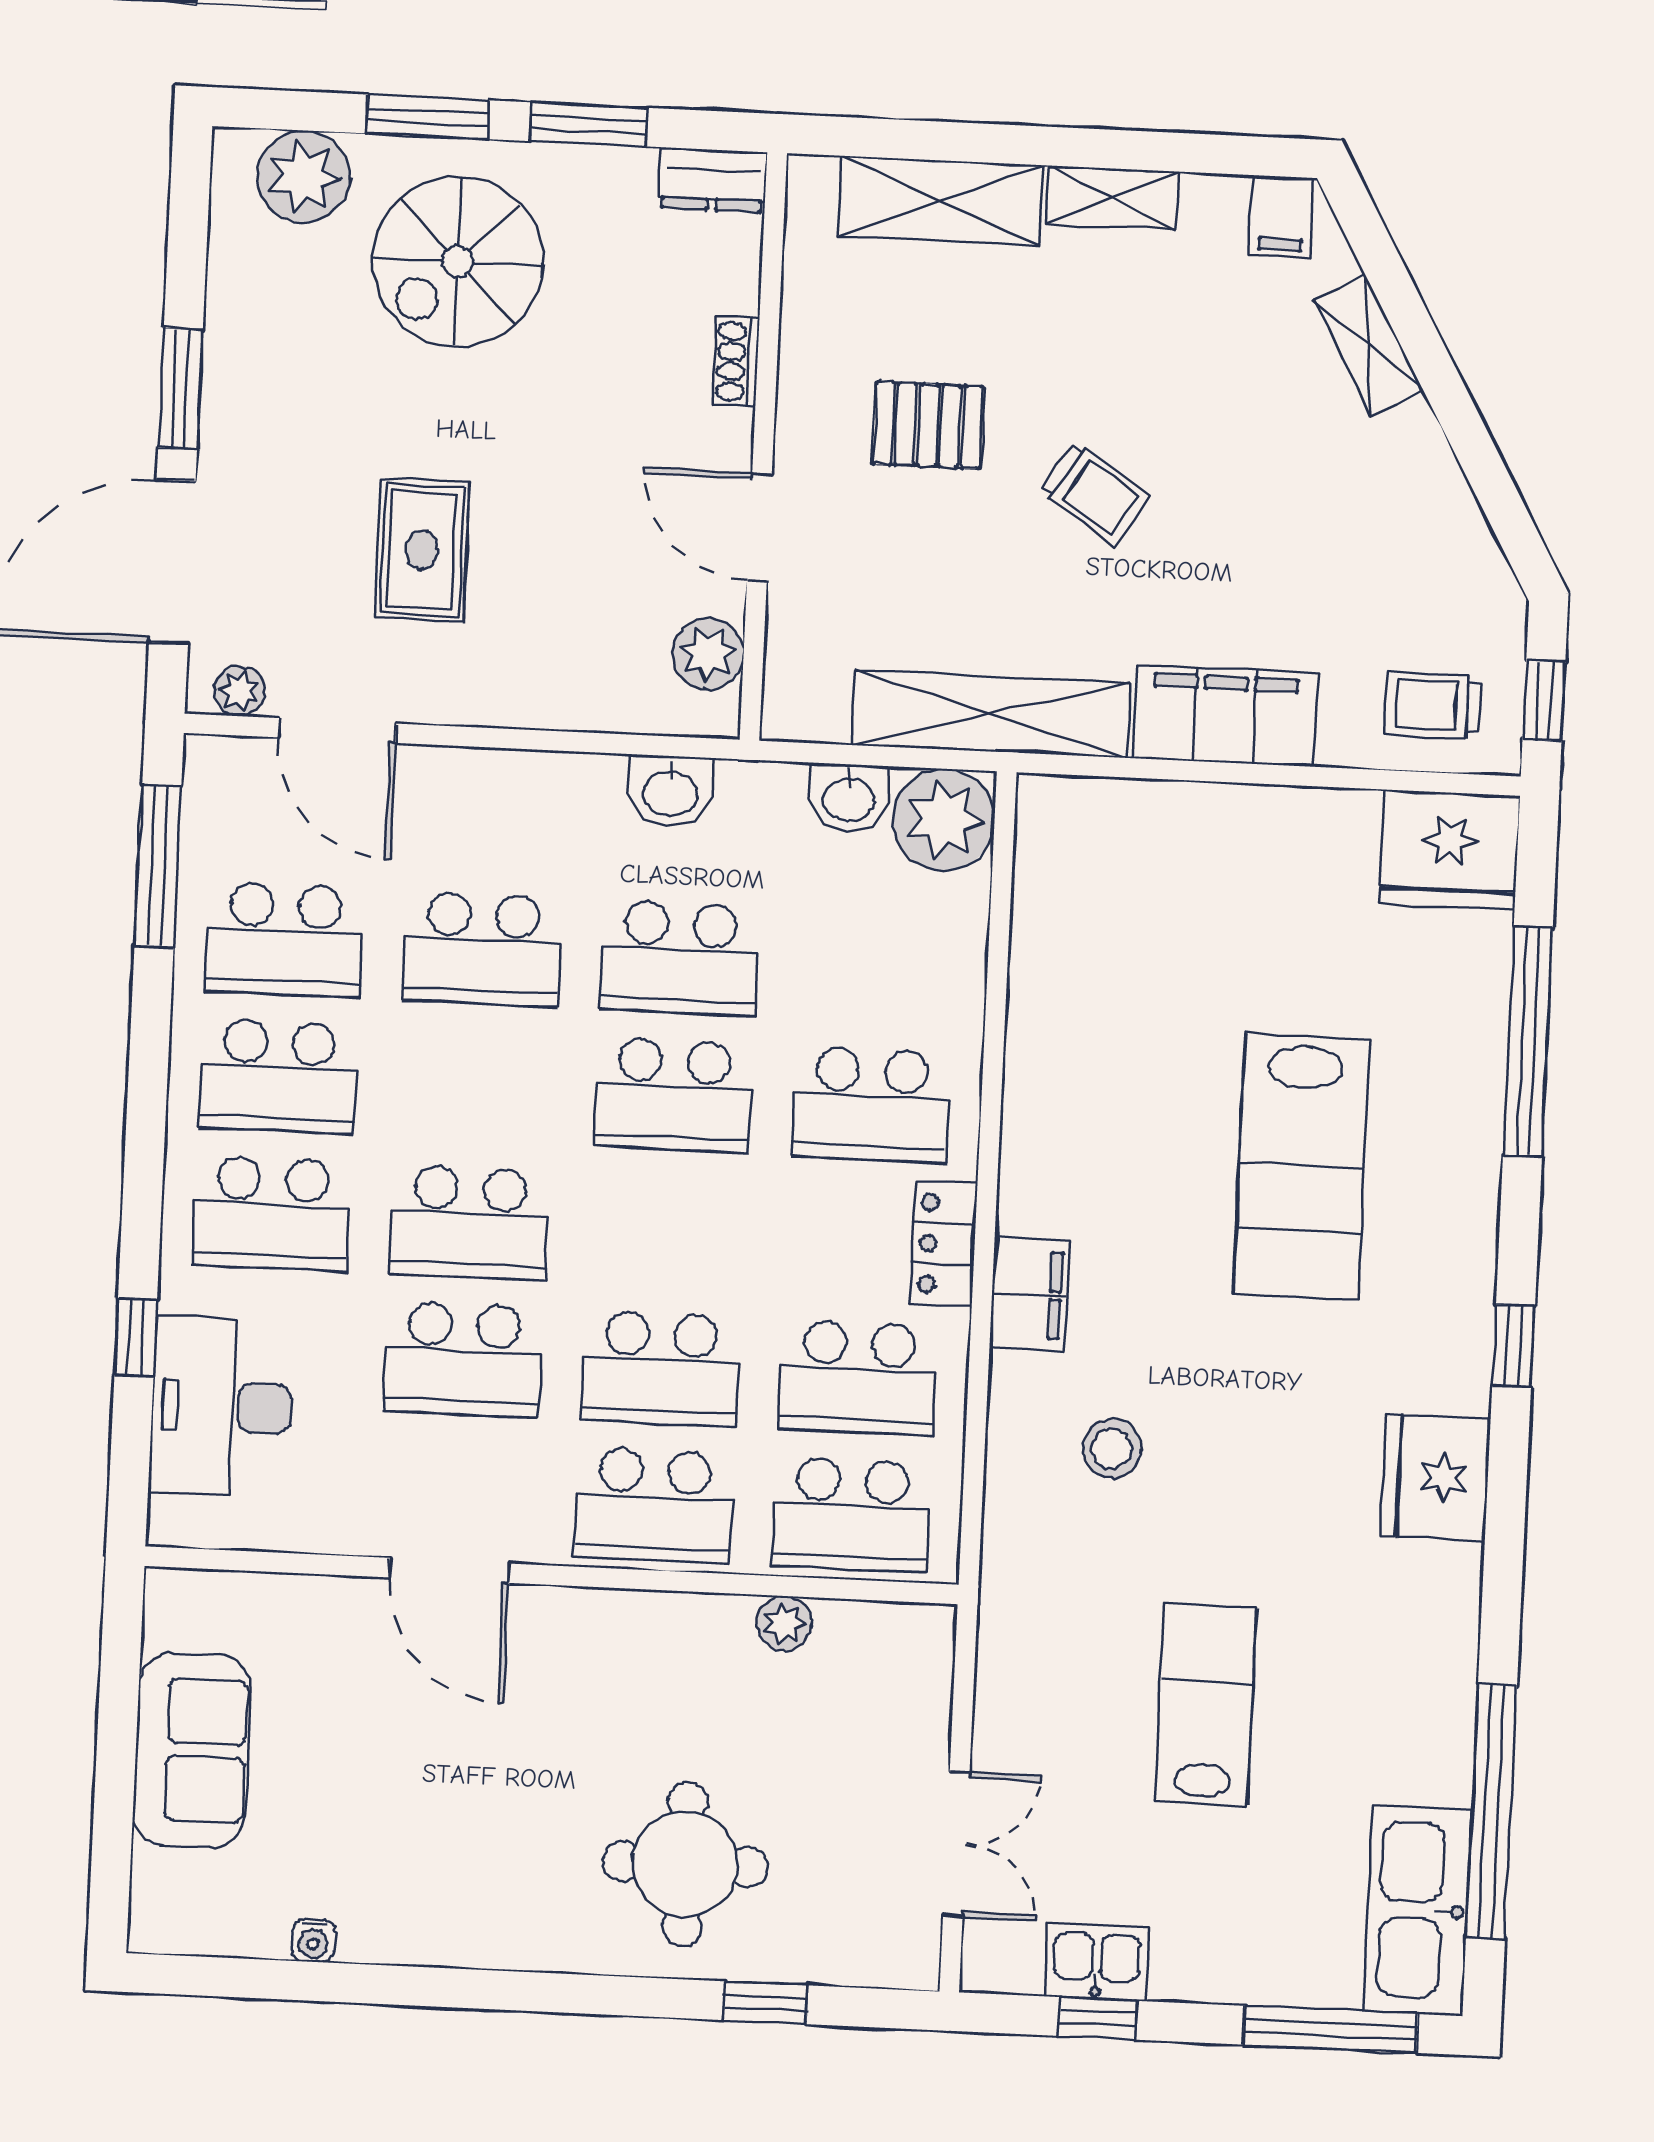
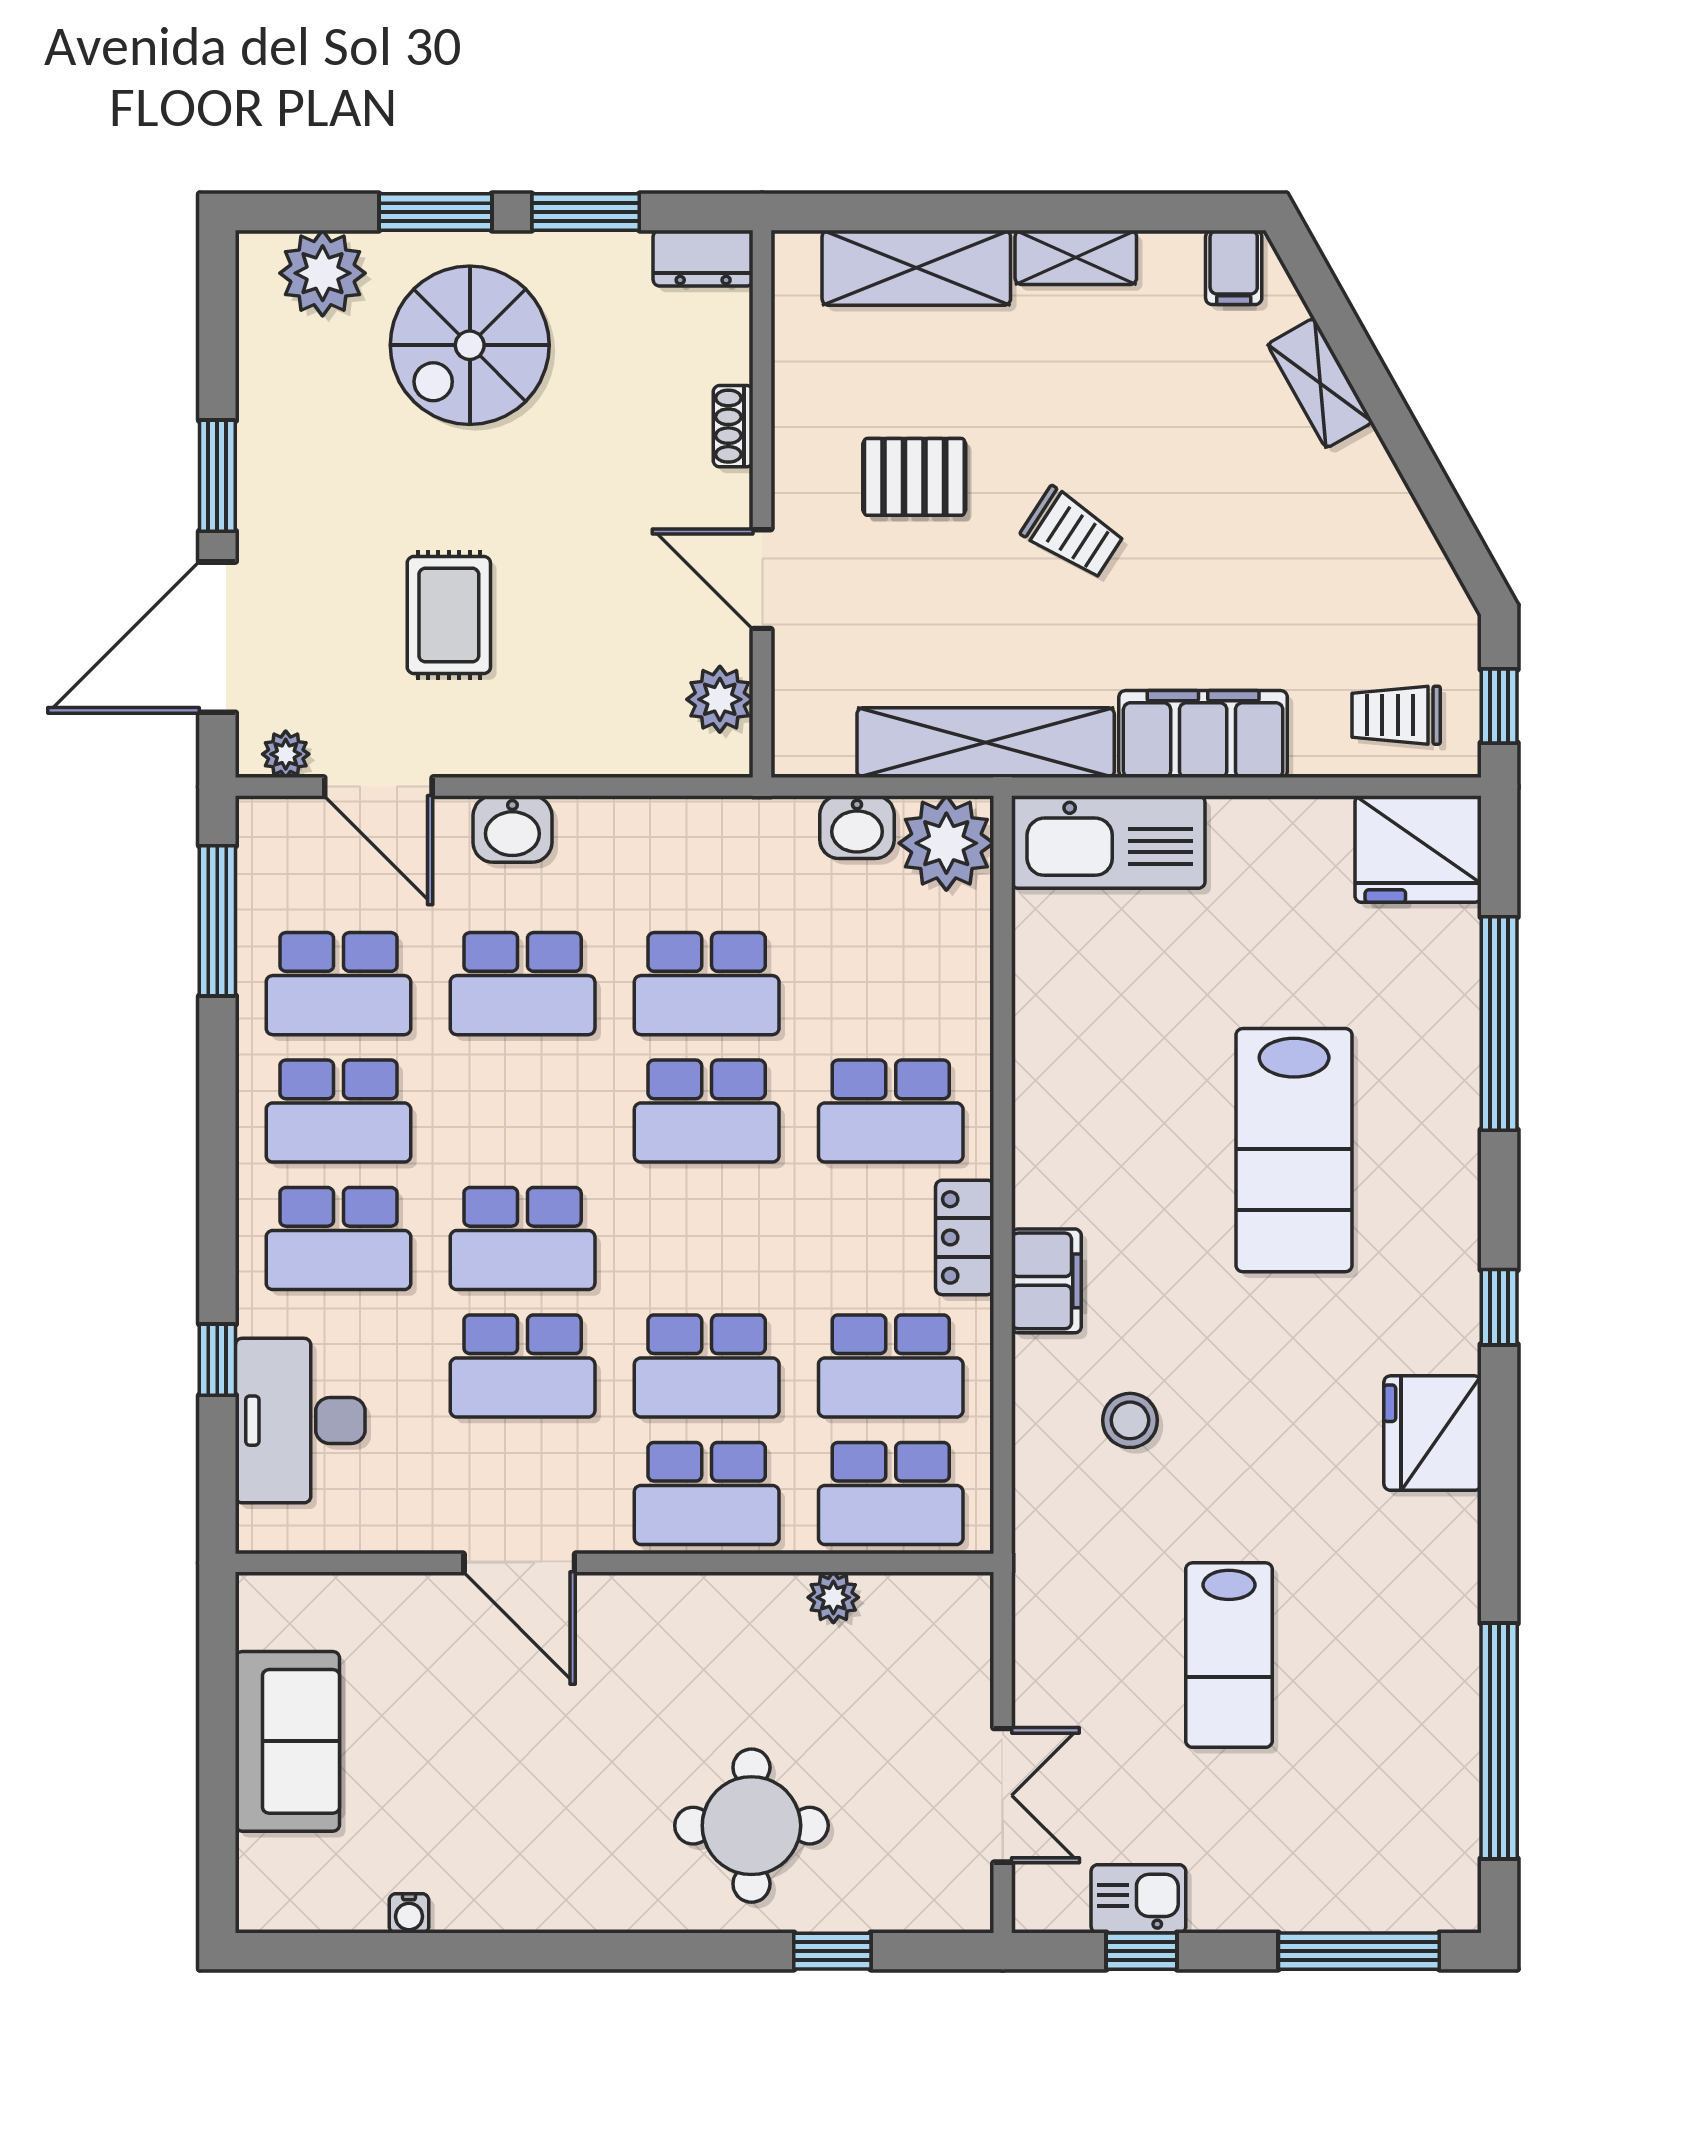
washbasin: (670, 792) -> (512, 829), moved
lab bench: (1206, 1705) -> (1229, 1655), turned 180
kitchen sink: (1418, 1910) -> (1108, 842), moved, turned -90

